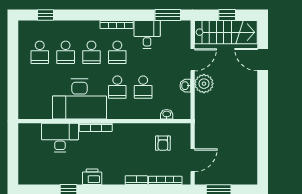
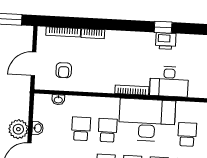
school desk: (40, 87) -> (187, 134), added
armchair: (163, 143) -> (64, 70), turned 180
door: (193, 160) -> (34, 64), moved
printer: (92, 177) -> (166, 41), moved

